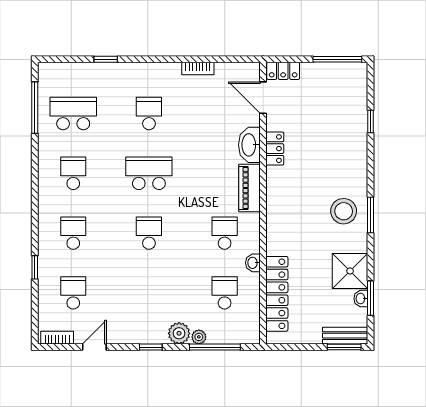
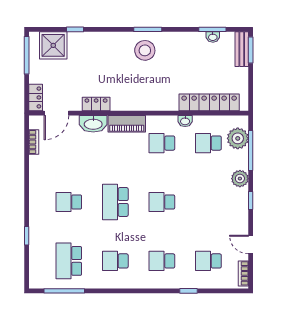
bookcase: (198, 69) -> (34, 142), moved
shower: (350, 271) -> (53, 45), moved
plant: (199, 337) -> (238, 138), moved, width x1.87, depth x1.87

